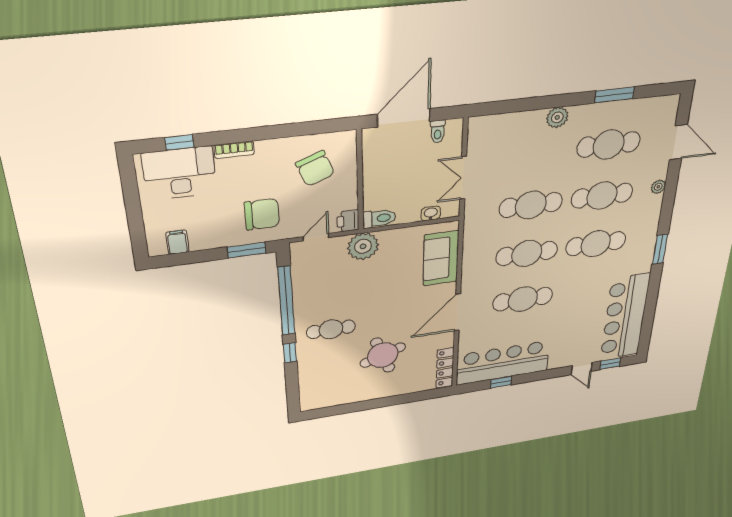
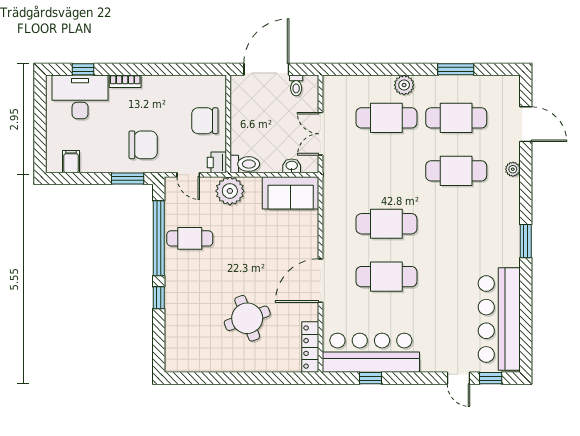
chair: (315, 169) -> (205, 121), moved, turned 111
cafe table: (531, 205) -> (386, 118), moved
door: (316, 237) -> (188, 175), swing flipped
cafe table: (596, 244) -> (456, 224), removed
sofa: (441, 258) -> (291, 193), moved, turned -90
cafe table: (331, 329) -> (190, 238), moved

